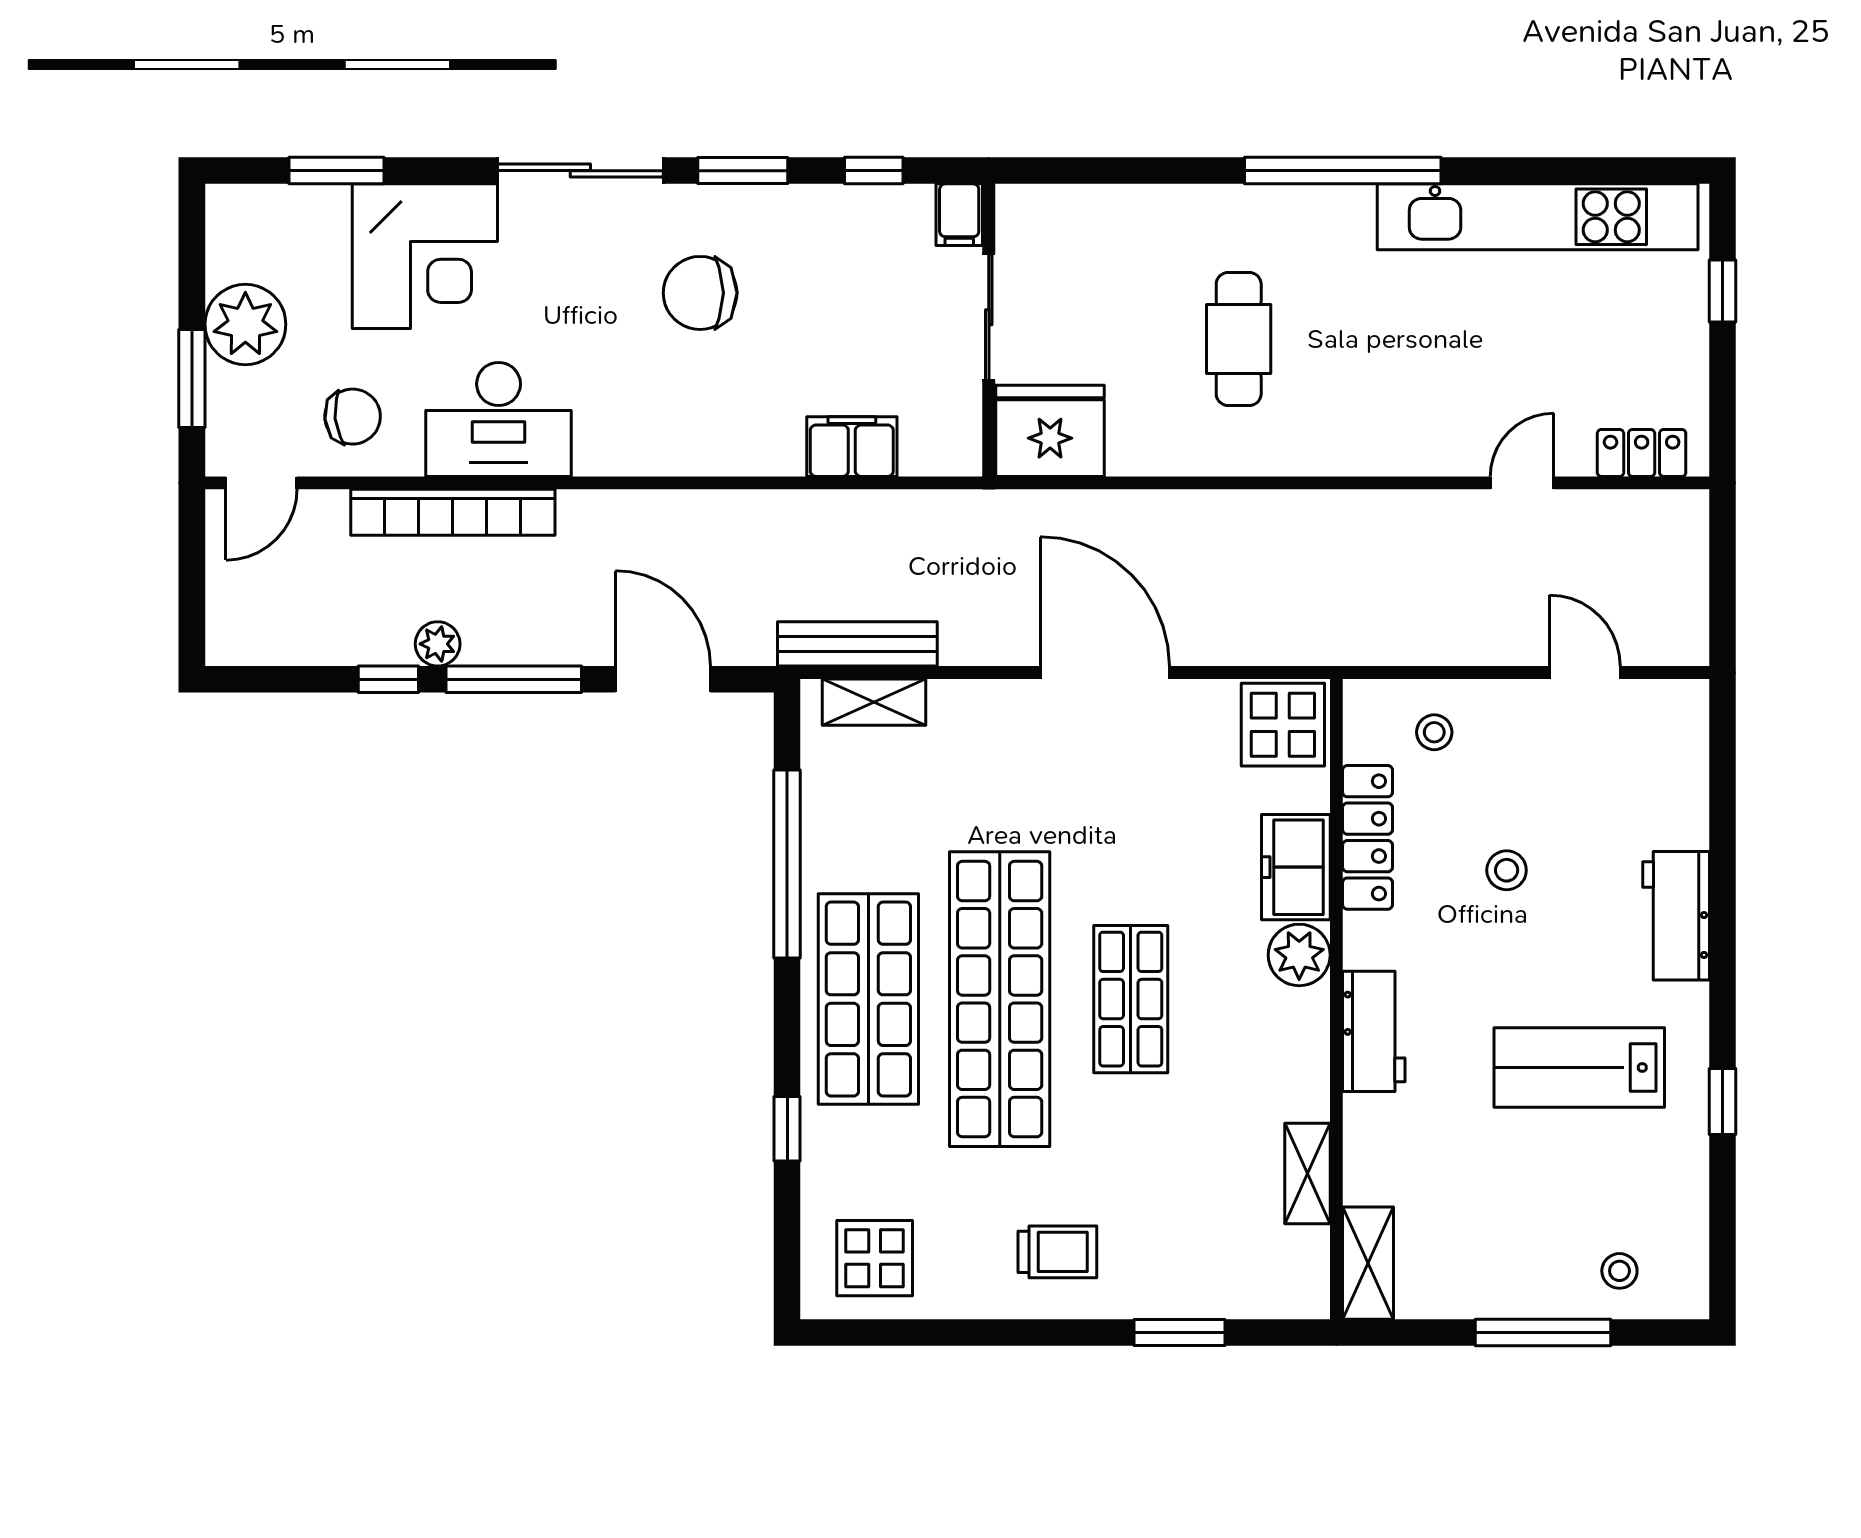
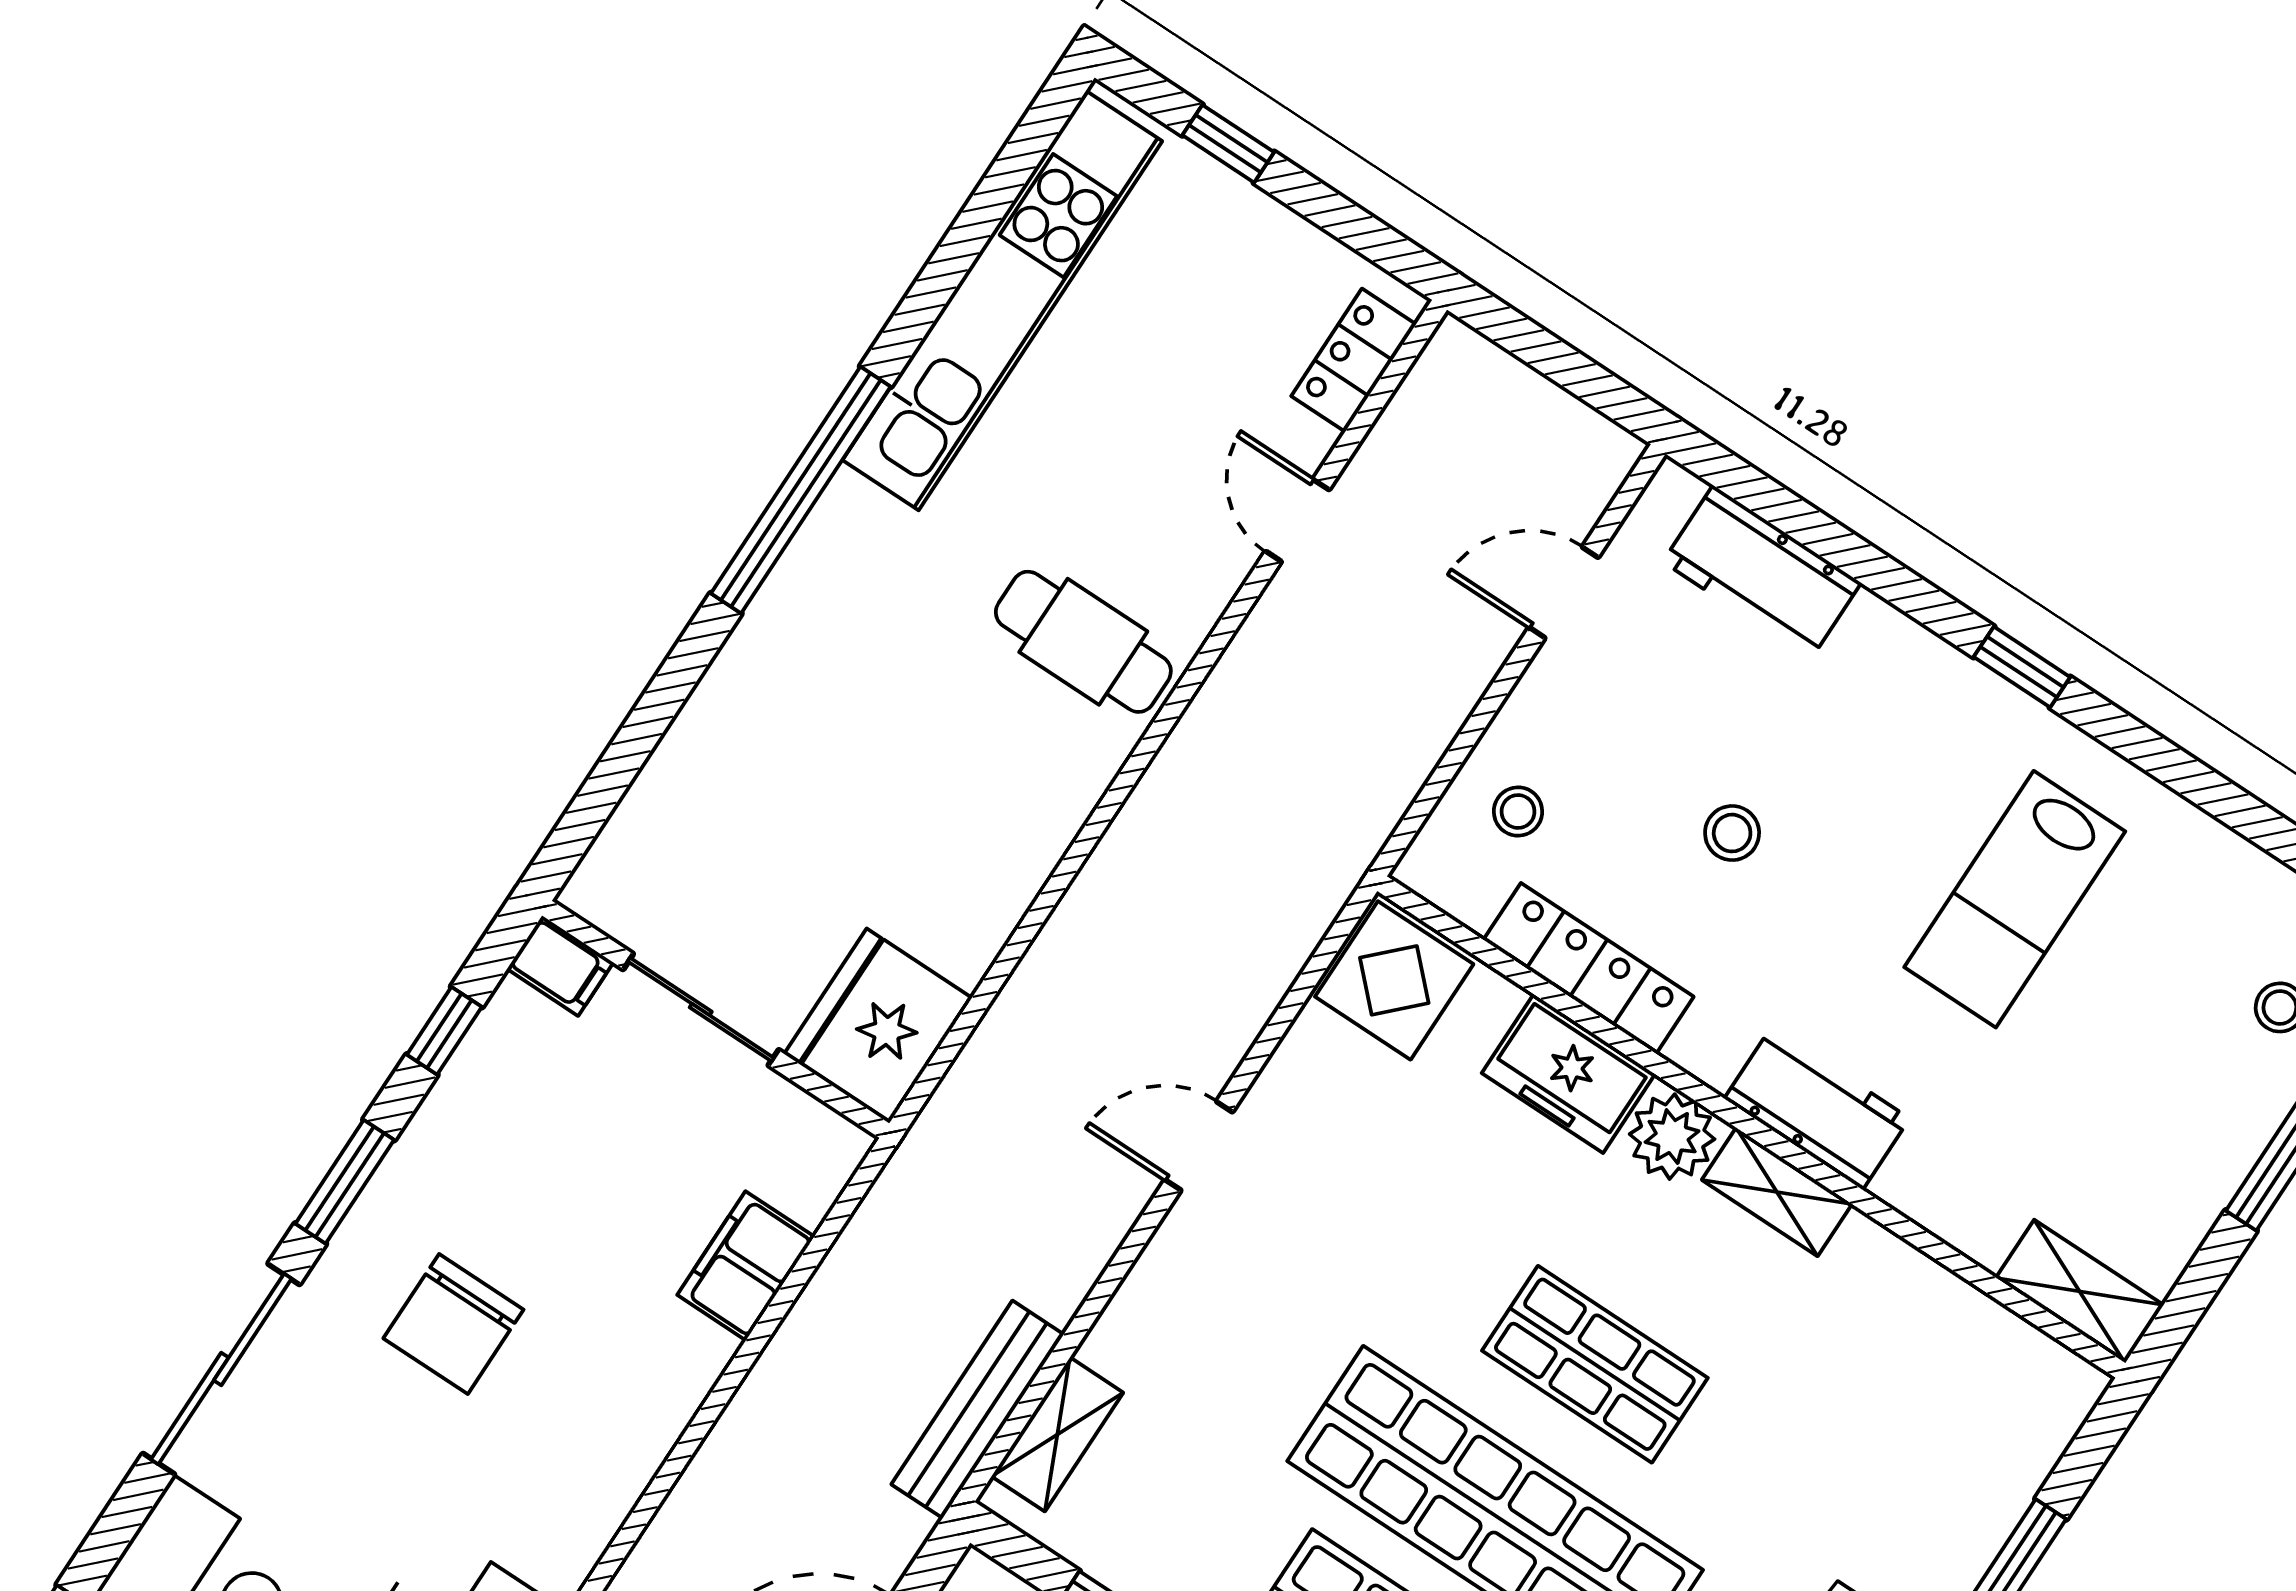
cafe table: (1239, 339) -> (1083, 642), moved
door: (1105, 672) -> (1199, 1146), width x0.53
workbench: (1676, 916) -> (1762, 572), moved
window: (1722, 1102) -> (2022, 667), moved
shelving: (1307, 1173) -> (1777, 1192), moved

